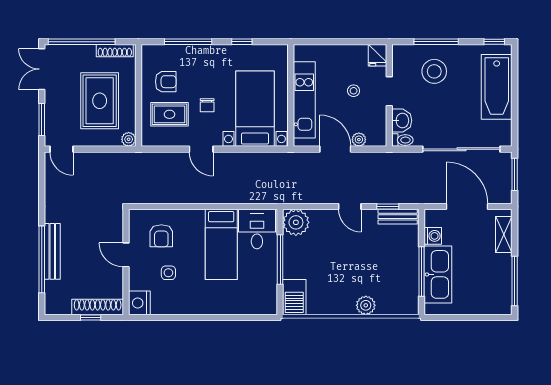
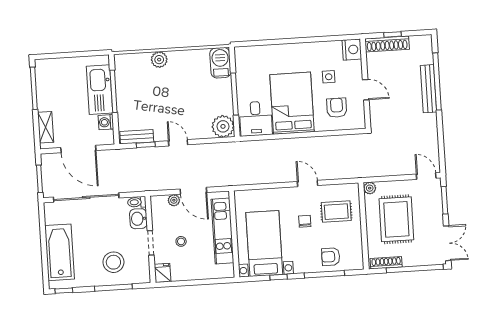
armchair: (166, 82) -> (331, 257), moved
bed with nightstands: (255, 109) -> (264, 244), moved, turned 180
bed: (221, 244) -> (292, 103), width x1.50

